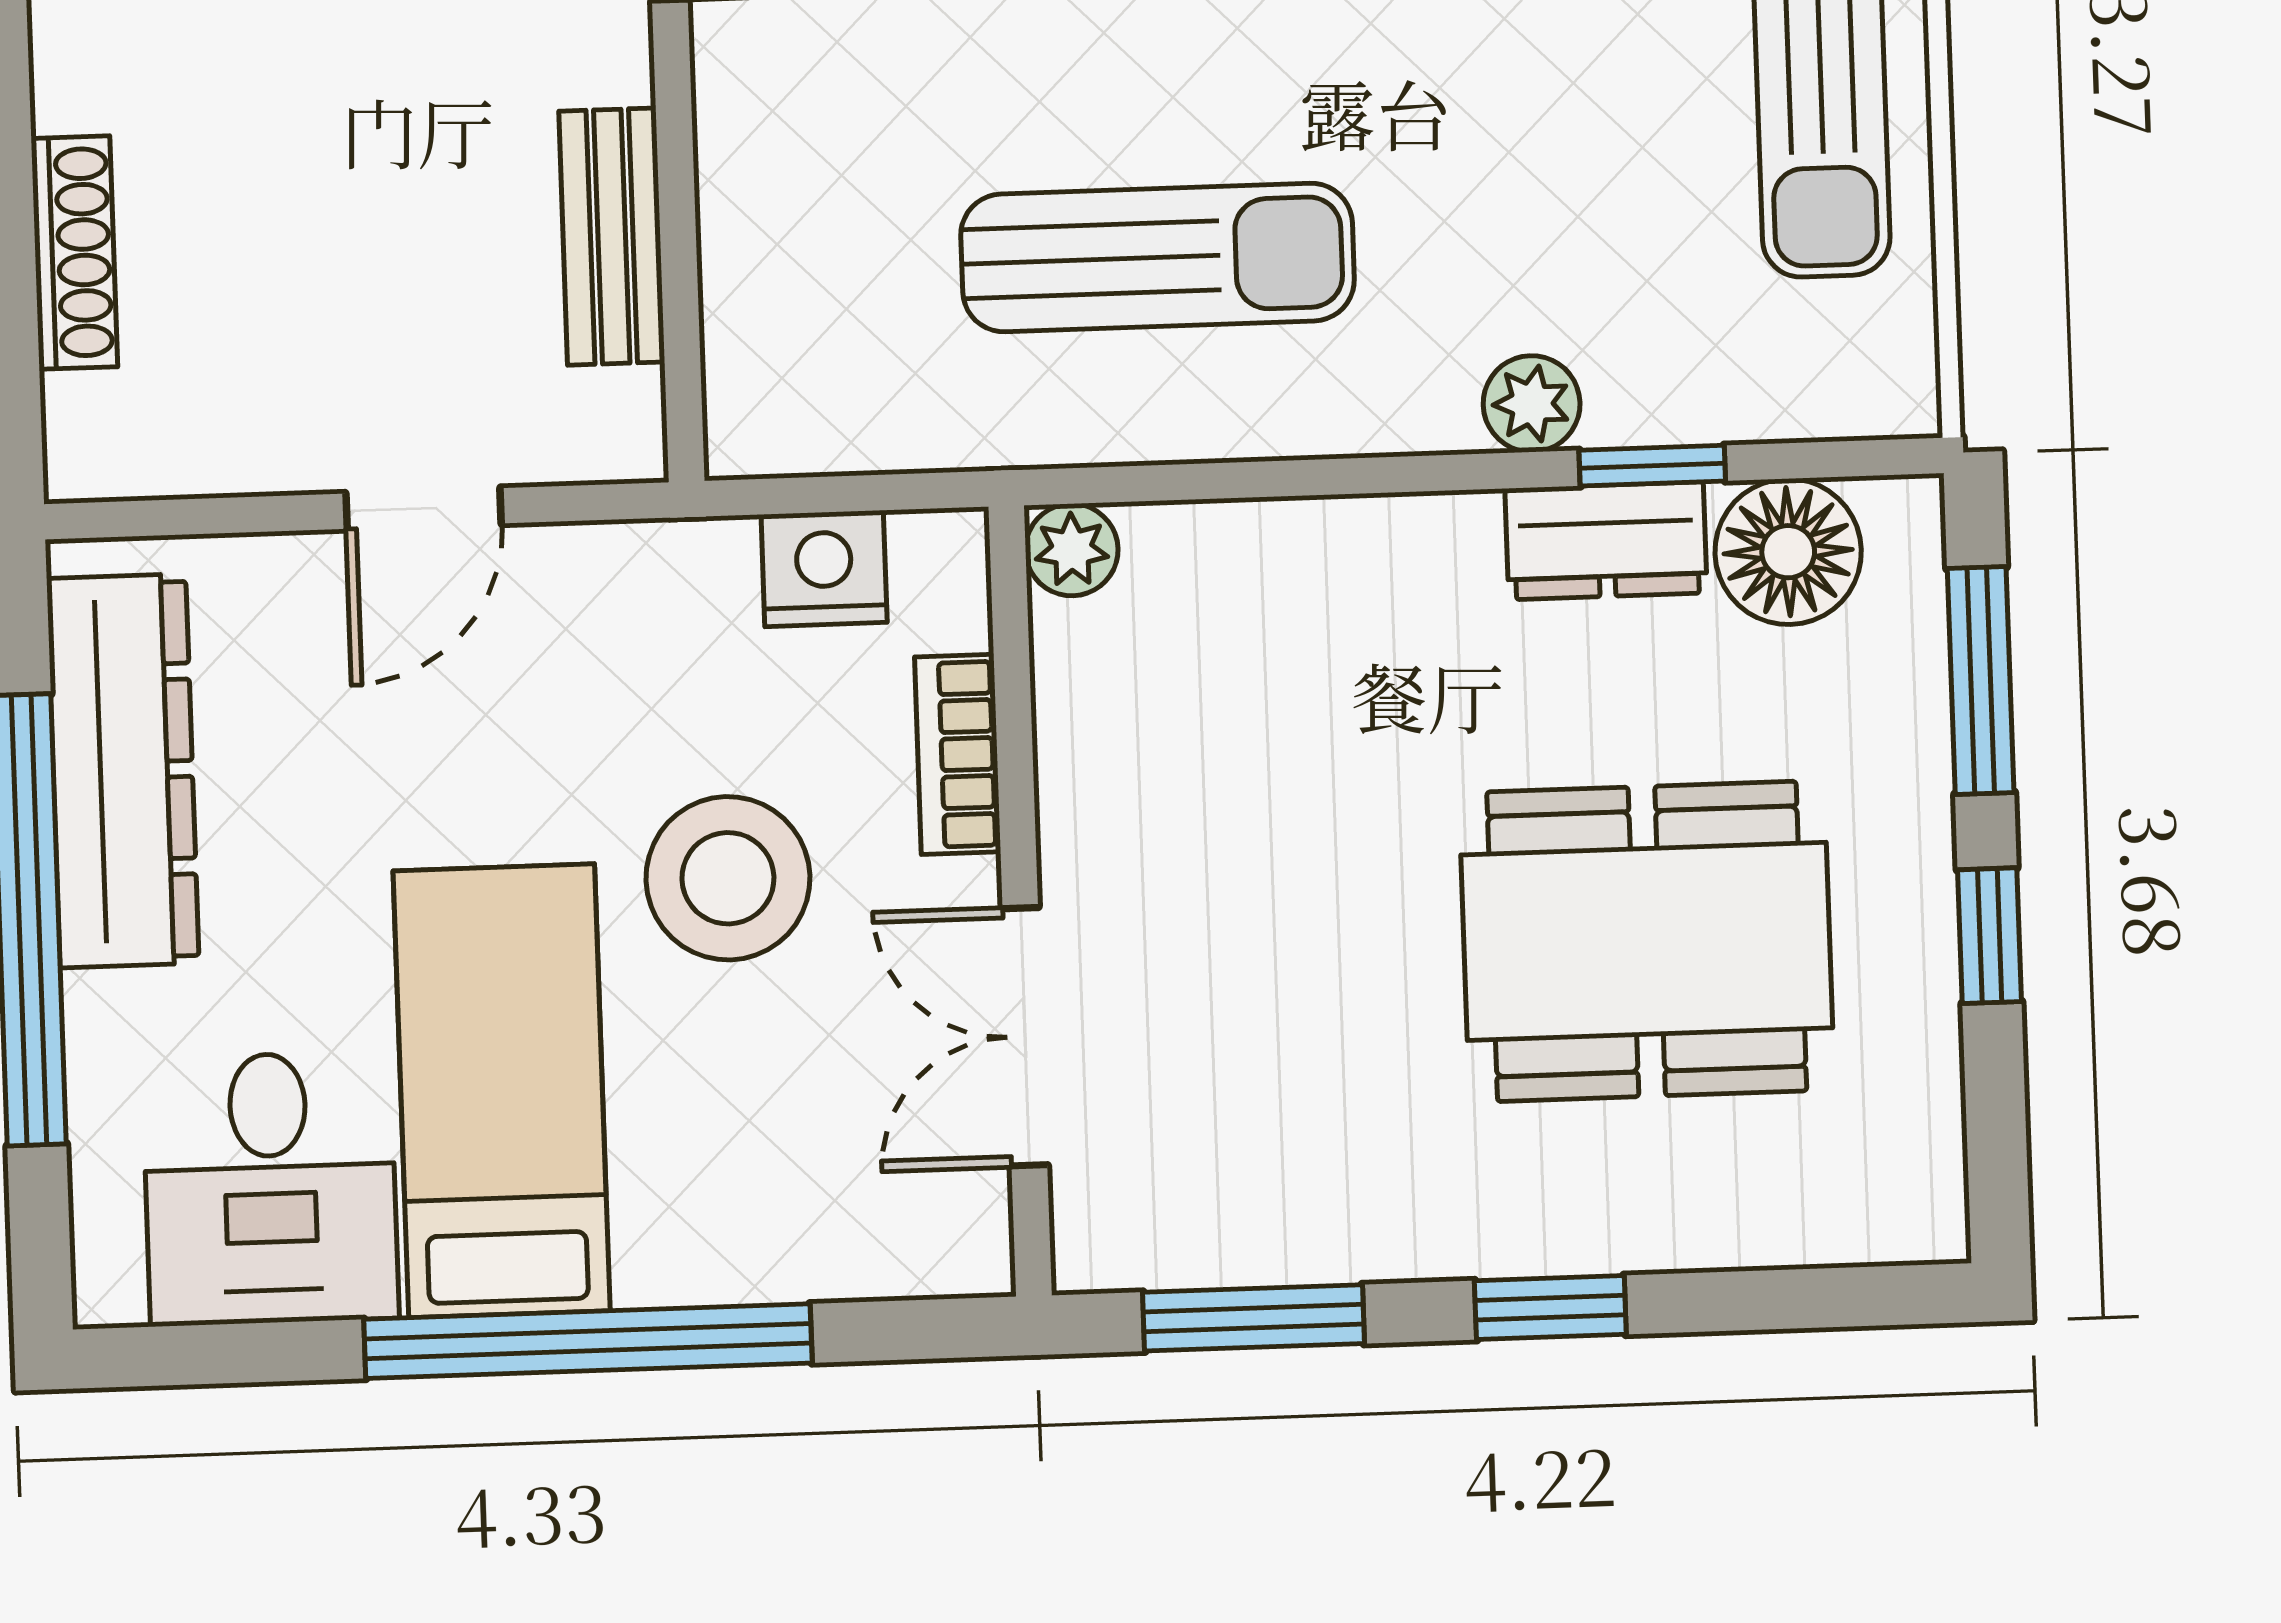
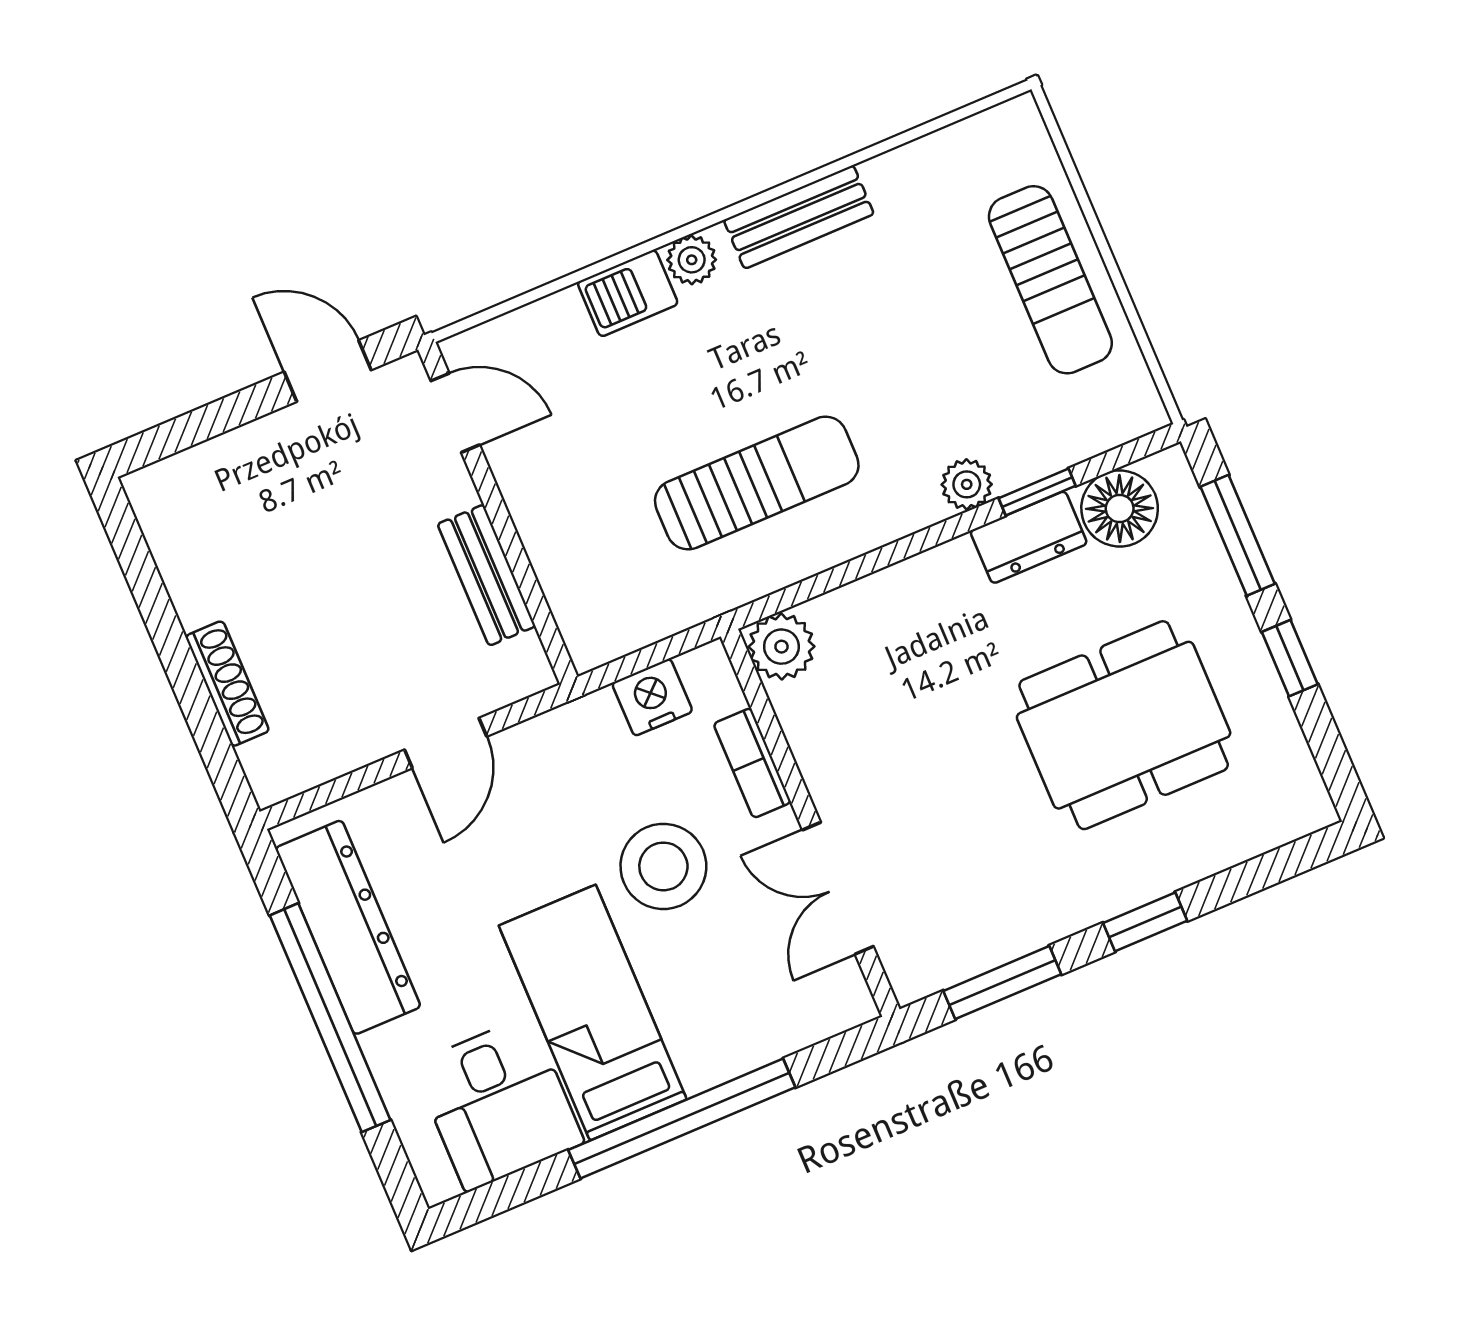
plant: (1072, 550) -> (781, 647), width x1.38, depth x1.38

